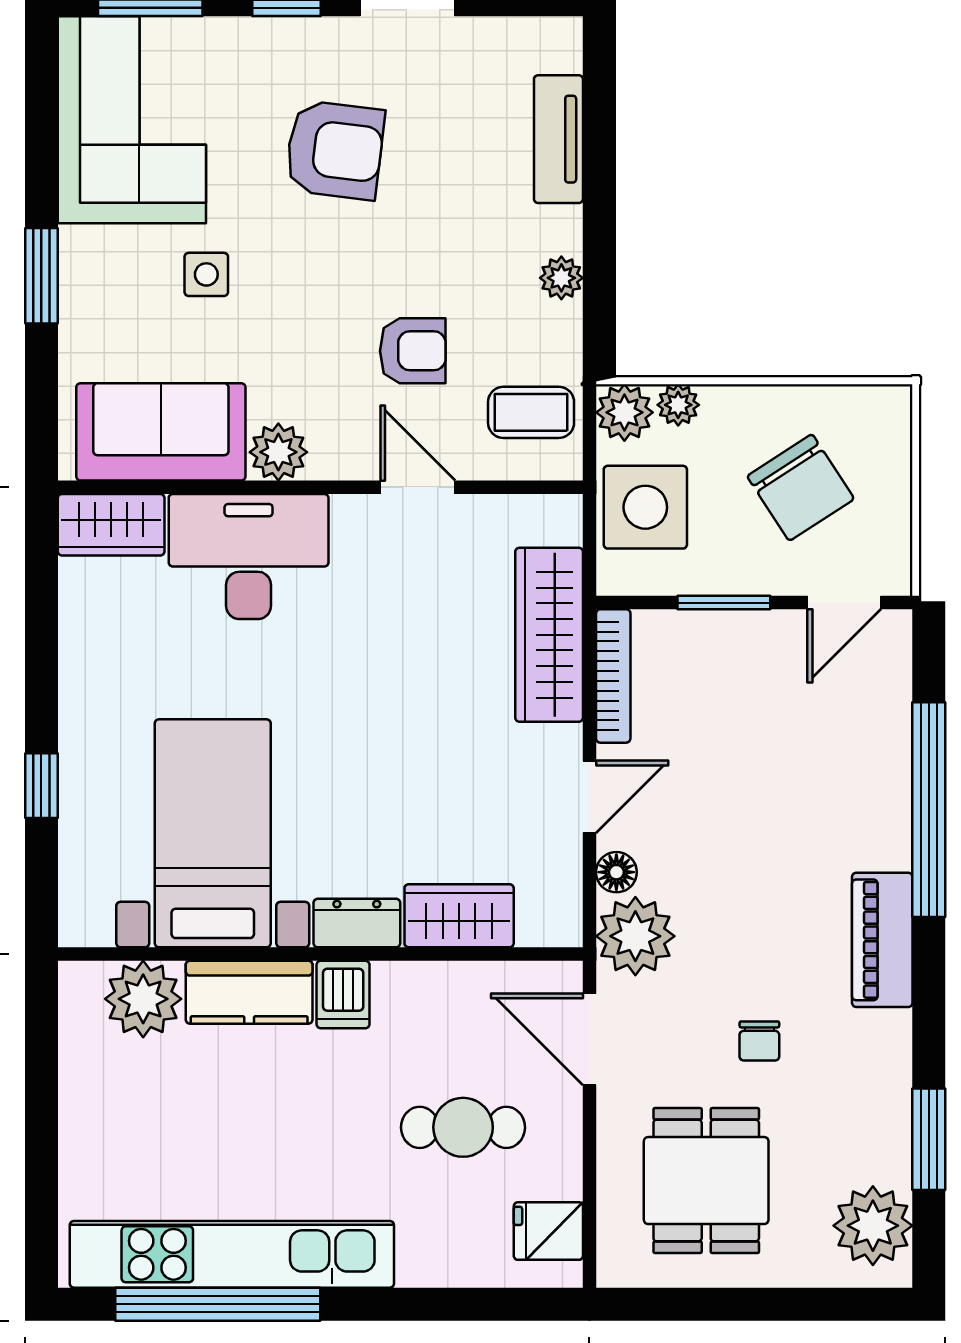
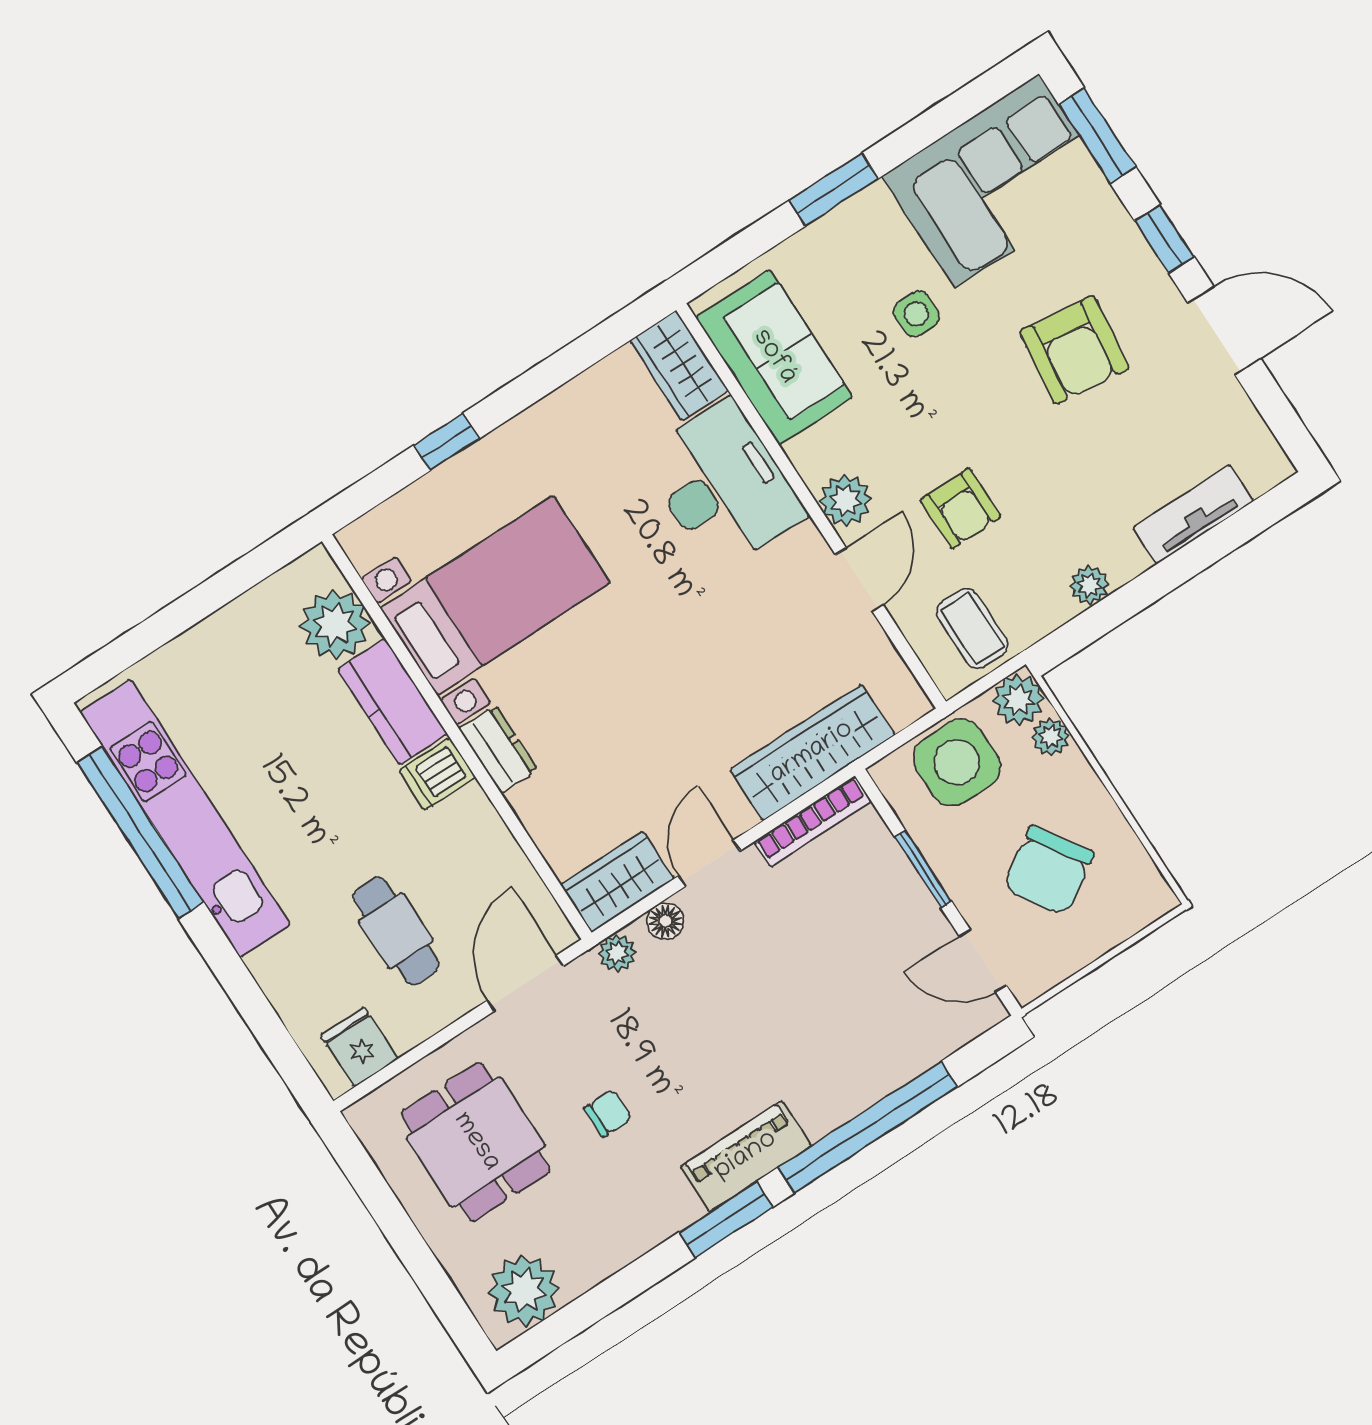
plant: (278, 452) -> (846, 500), moved
door: (589, 797) -> (709, 863), swing flipped
wardrobe: (459, 916) -> (617, 882), moved, turned -90
plant: (635, 936) -> (617, 953), width x0.53, depth x0.53
chair: (759, 1041) -> (608, 1113), turned 180
window: (929, 1139) -> (726, 1219), moved
dining table: (706, 1181) -> (476, 1142), turned 90

